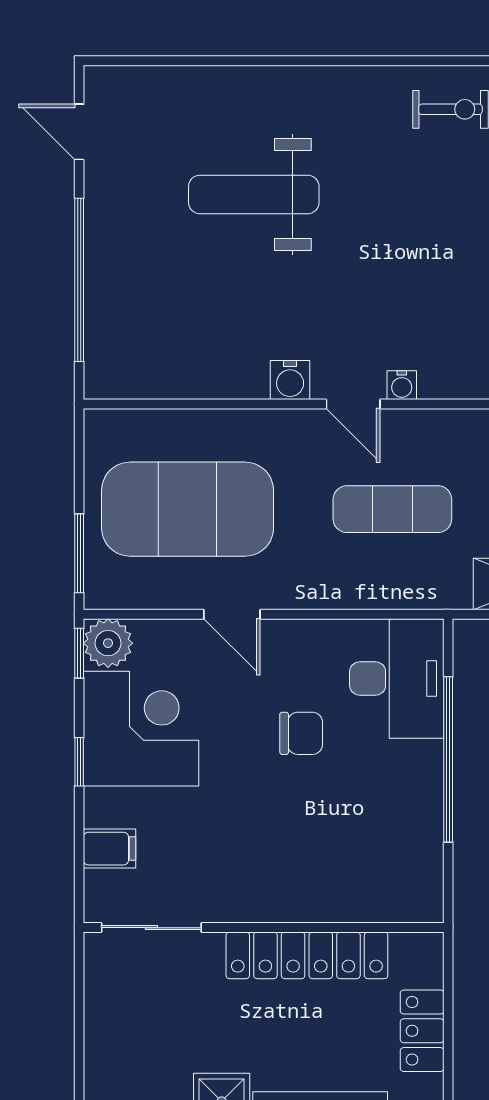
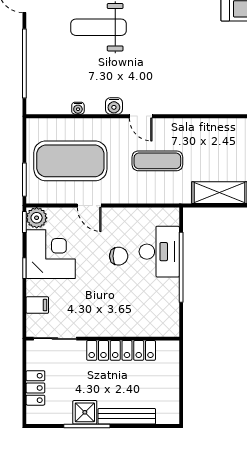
water cooler: (402, 385) -> (78, 108), moved
desk: (397, 679) -> (159, 252), moved
locker: (422, 1031) -> (35, 388), moved, turned 180

